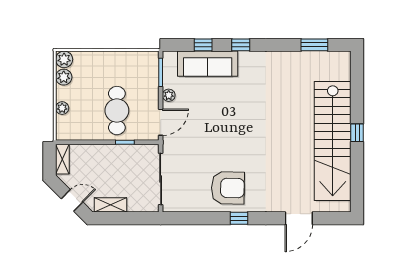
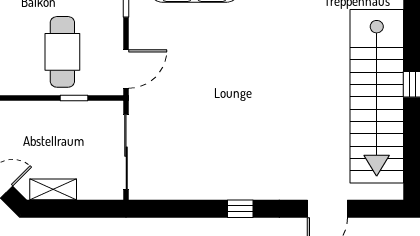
plant: (169, 95) -> (138, 30), removed
armchair: (228, 188) -> (224, 165), removed

